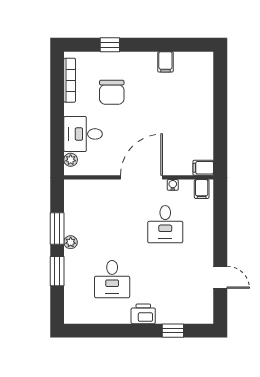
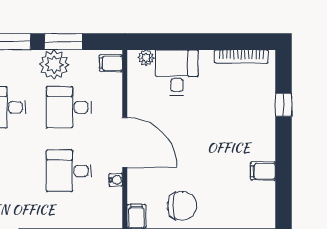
chair: (112, 92) -> (182, 206), moved, turned 180
filing cabinet: (202, 189) -> (111, 63), moved
desk: (112, 224) -> (69, 107), added
plant: (71, 242) -> (54, 65), width x1.88, depth x1.88

